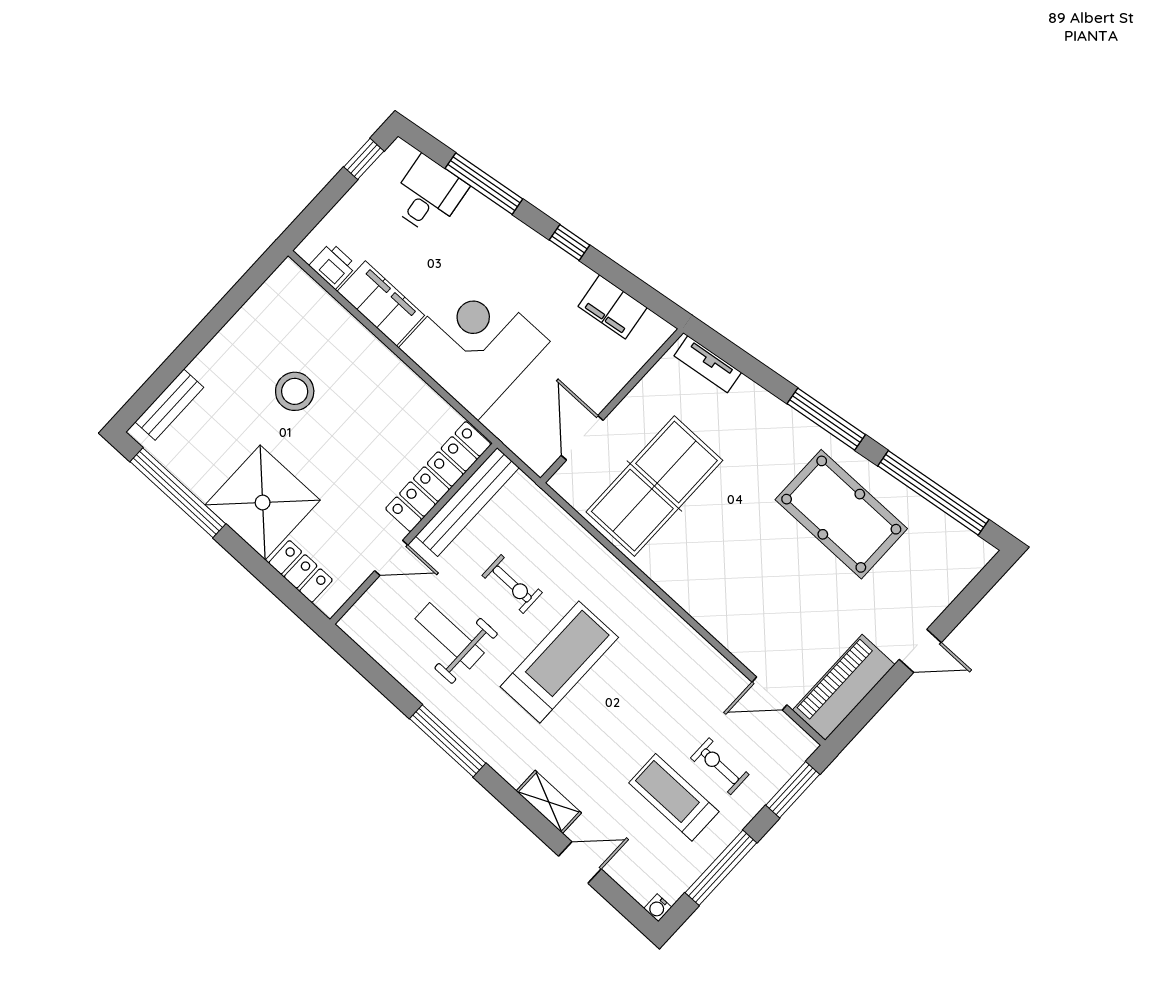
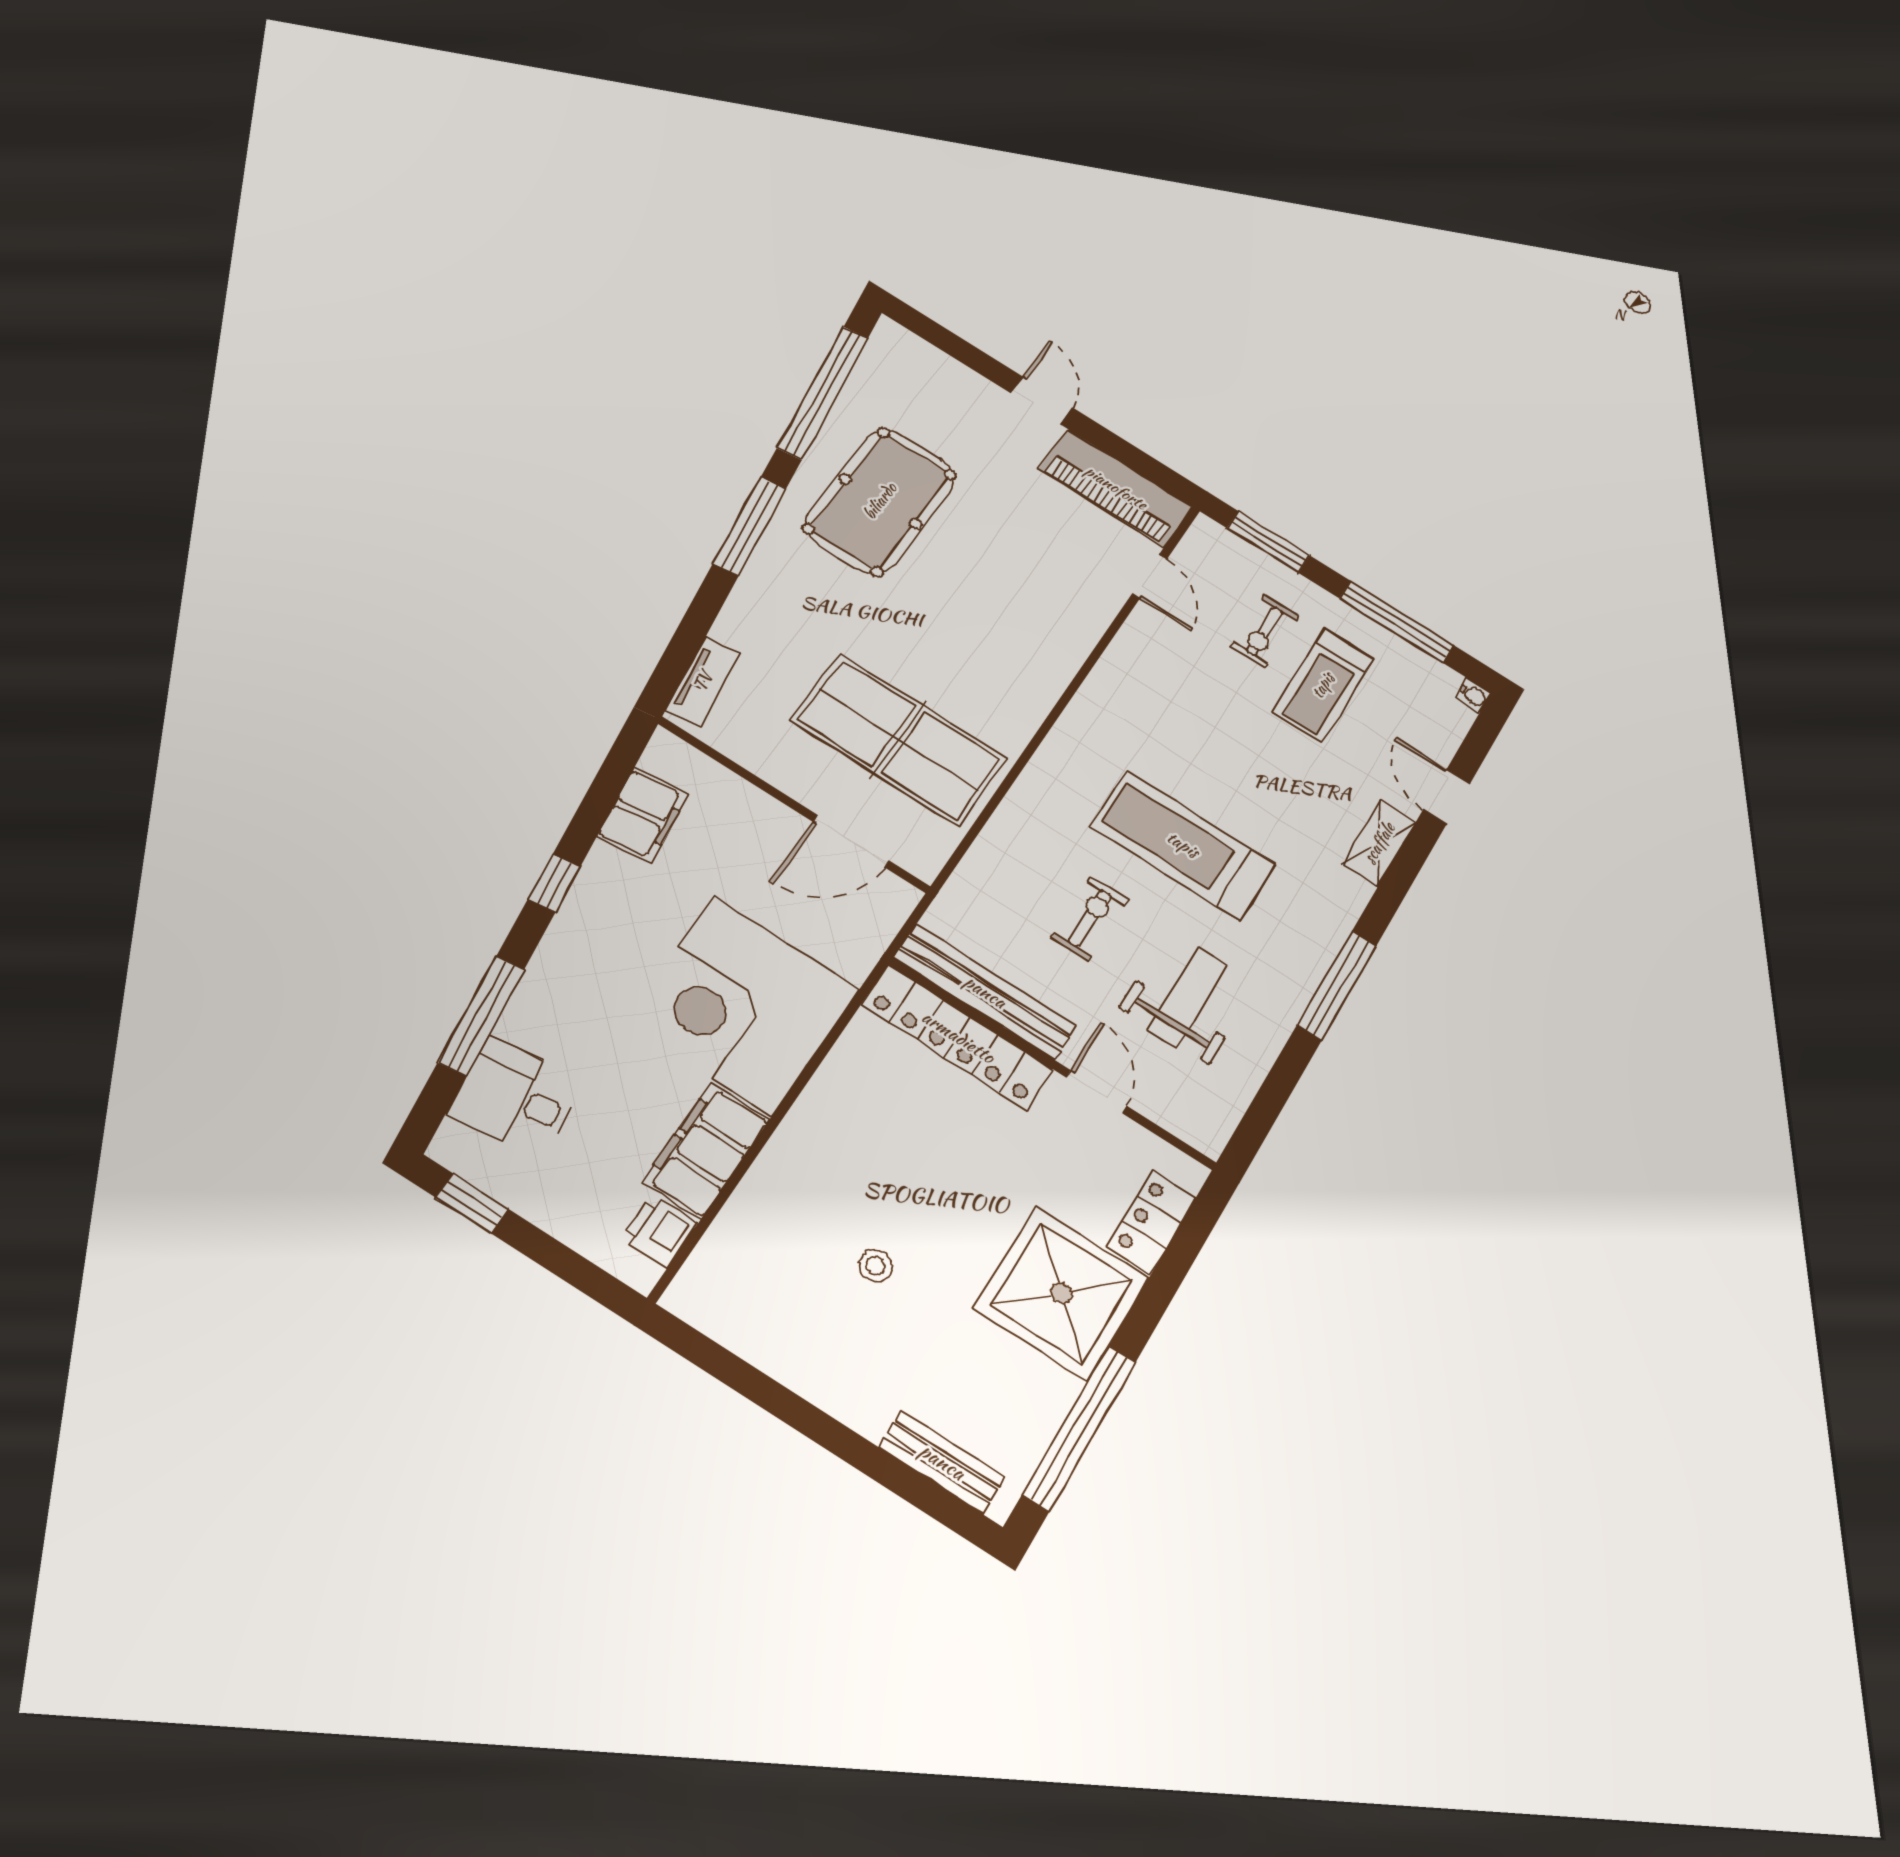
stool: (295, 391) -> (876, 1266), width x0.53, depth x0.53
weight bench: (450, 636) -> (1188, 997), turned 180

